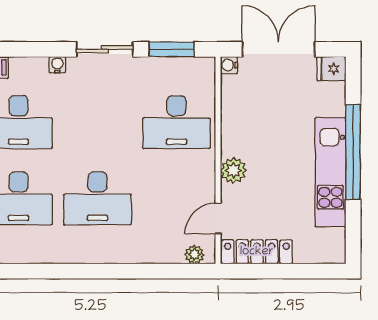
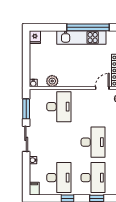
double door: (278, 49) -> (26, 61), removed
window: (353, 152) -> (88, 27), moved
plant: (234, 170) -> (52, 81), moved
door: (218, 219) -> (102, 88), swing flipped

